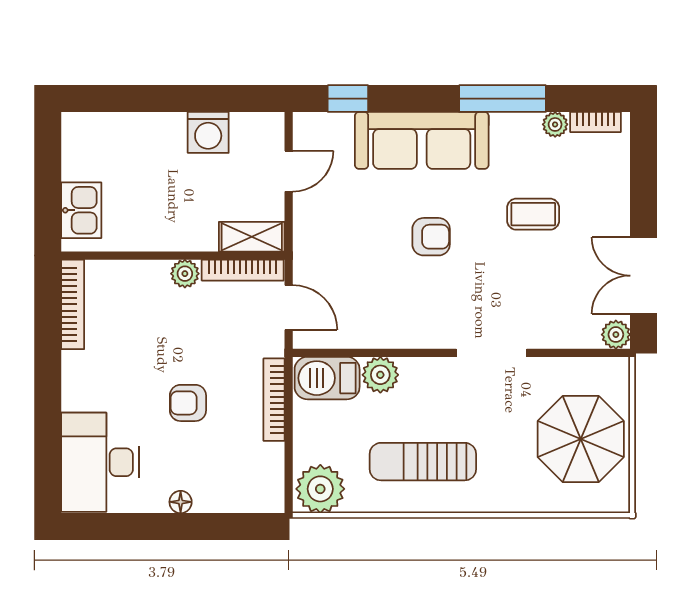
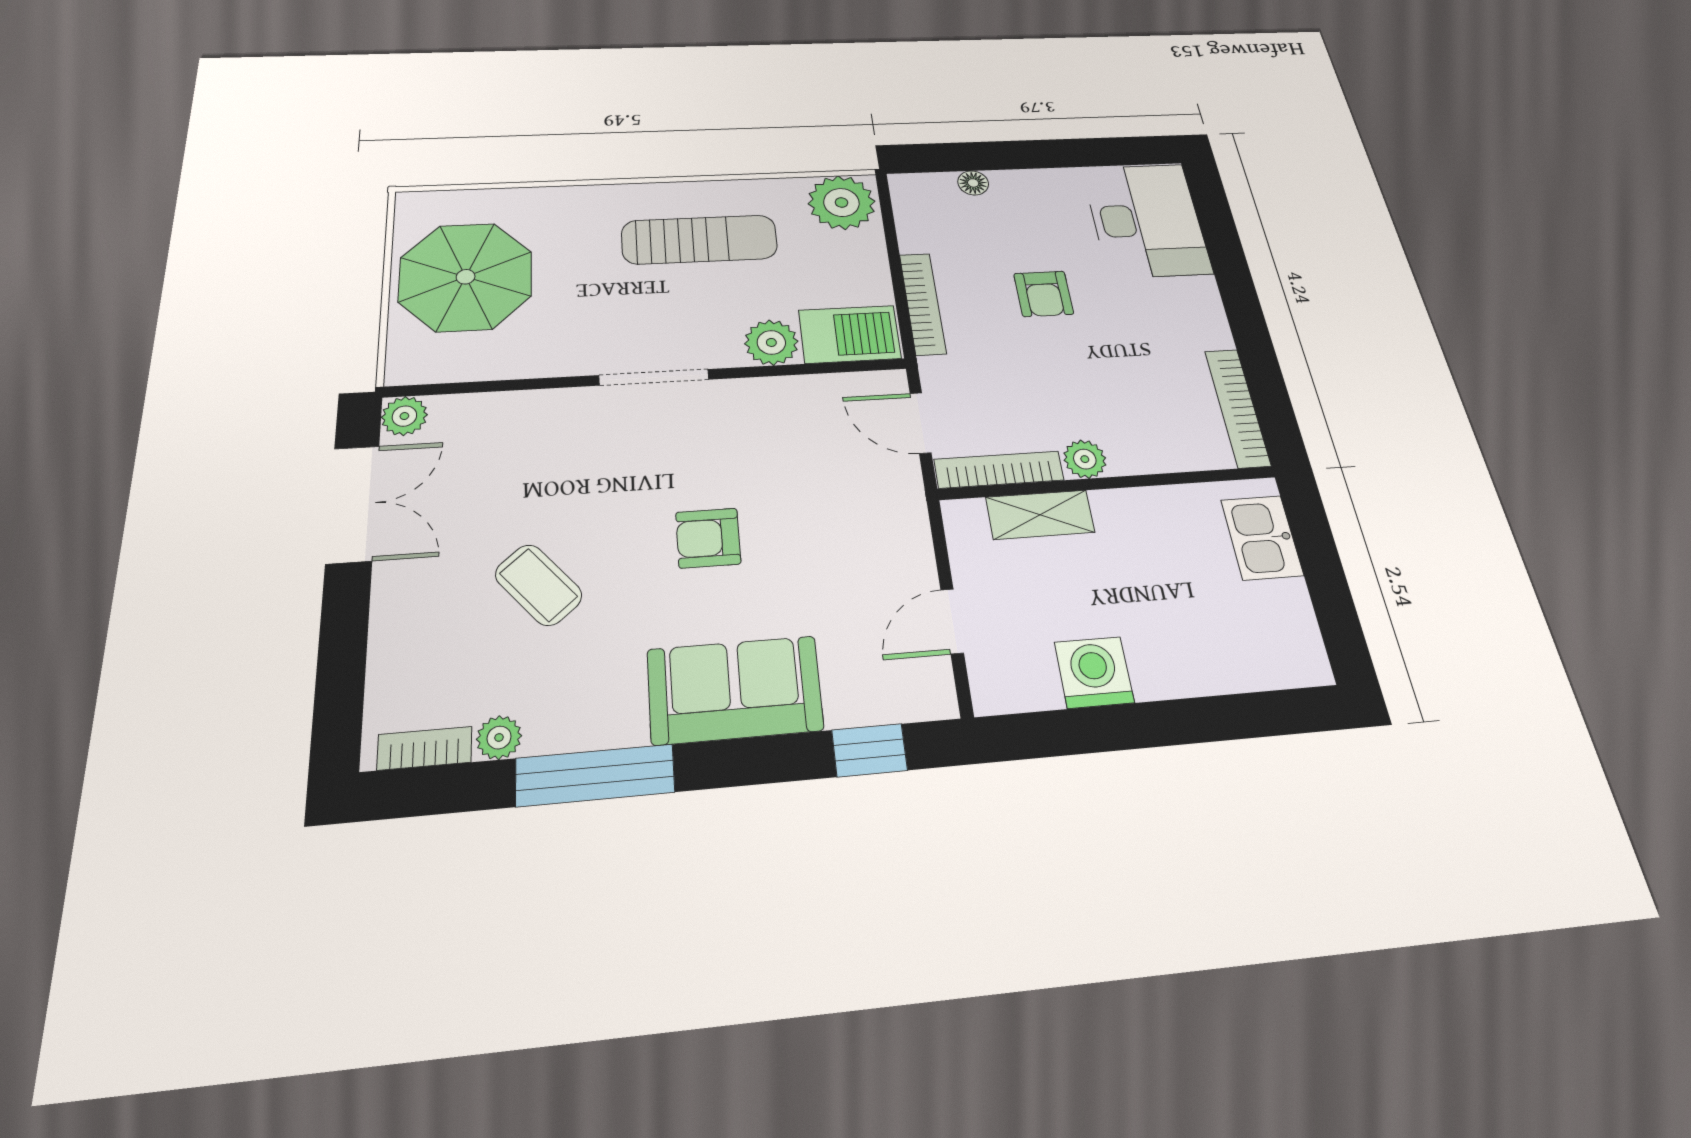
sofa: (422, 140) -> (735, 690), width x0.73
coffee table: (533, 214) -> (538, 585), turned 49
shelving: (252, 237) -> (1040, 515), moved
doorway: (491, 353) -> (654, 377), moved
armchair: (188, 403) -> (1044, 294), turned 90
floor lamp: (181, 502) -> (973, 183), moved

